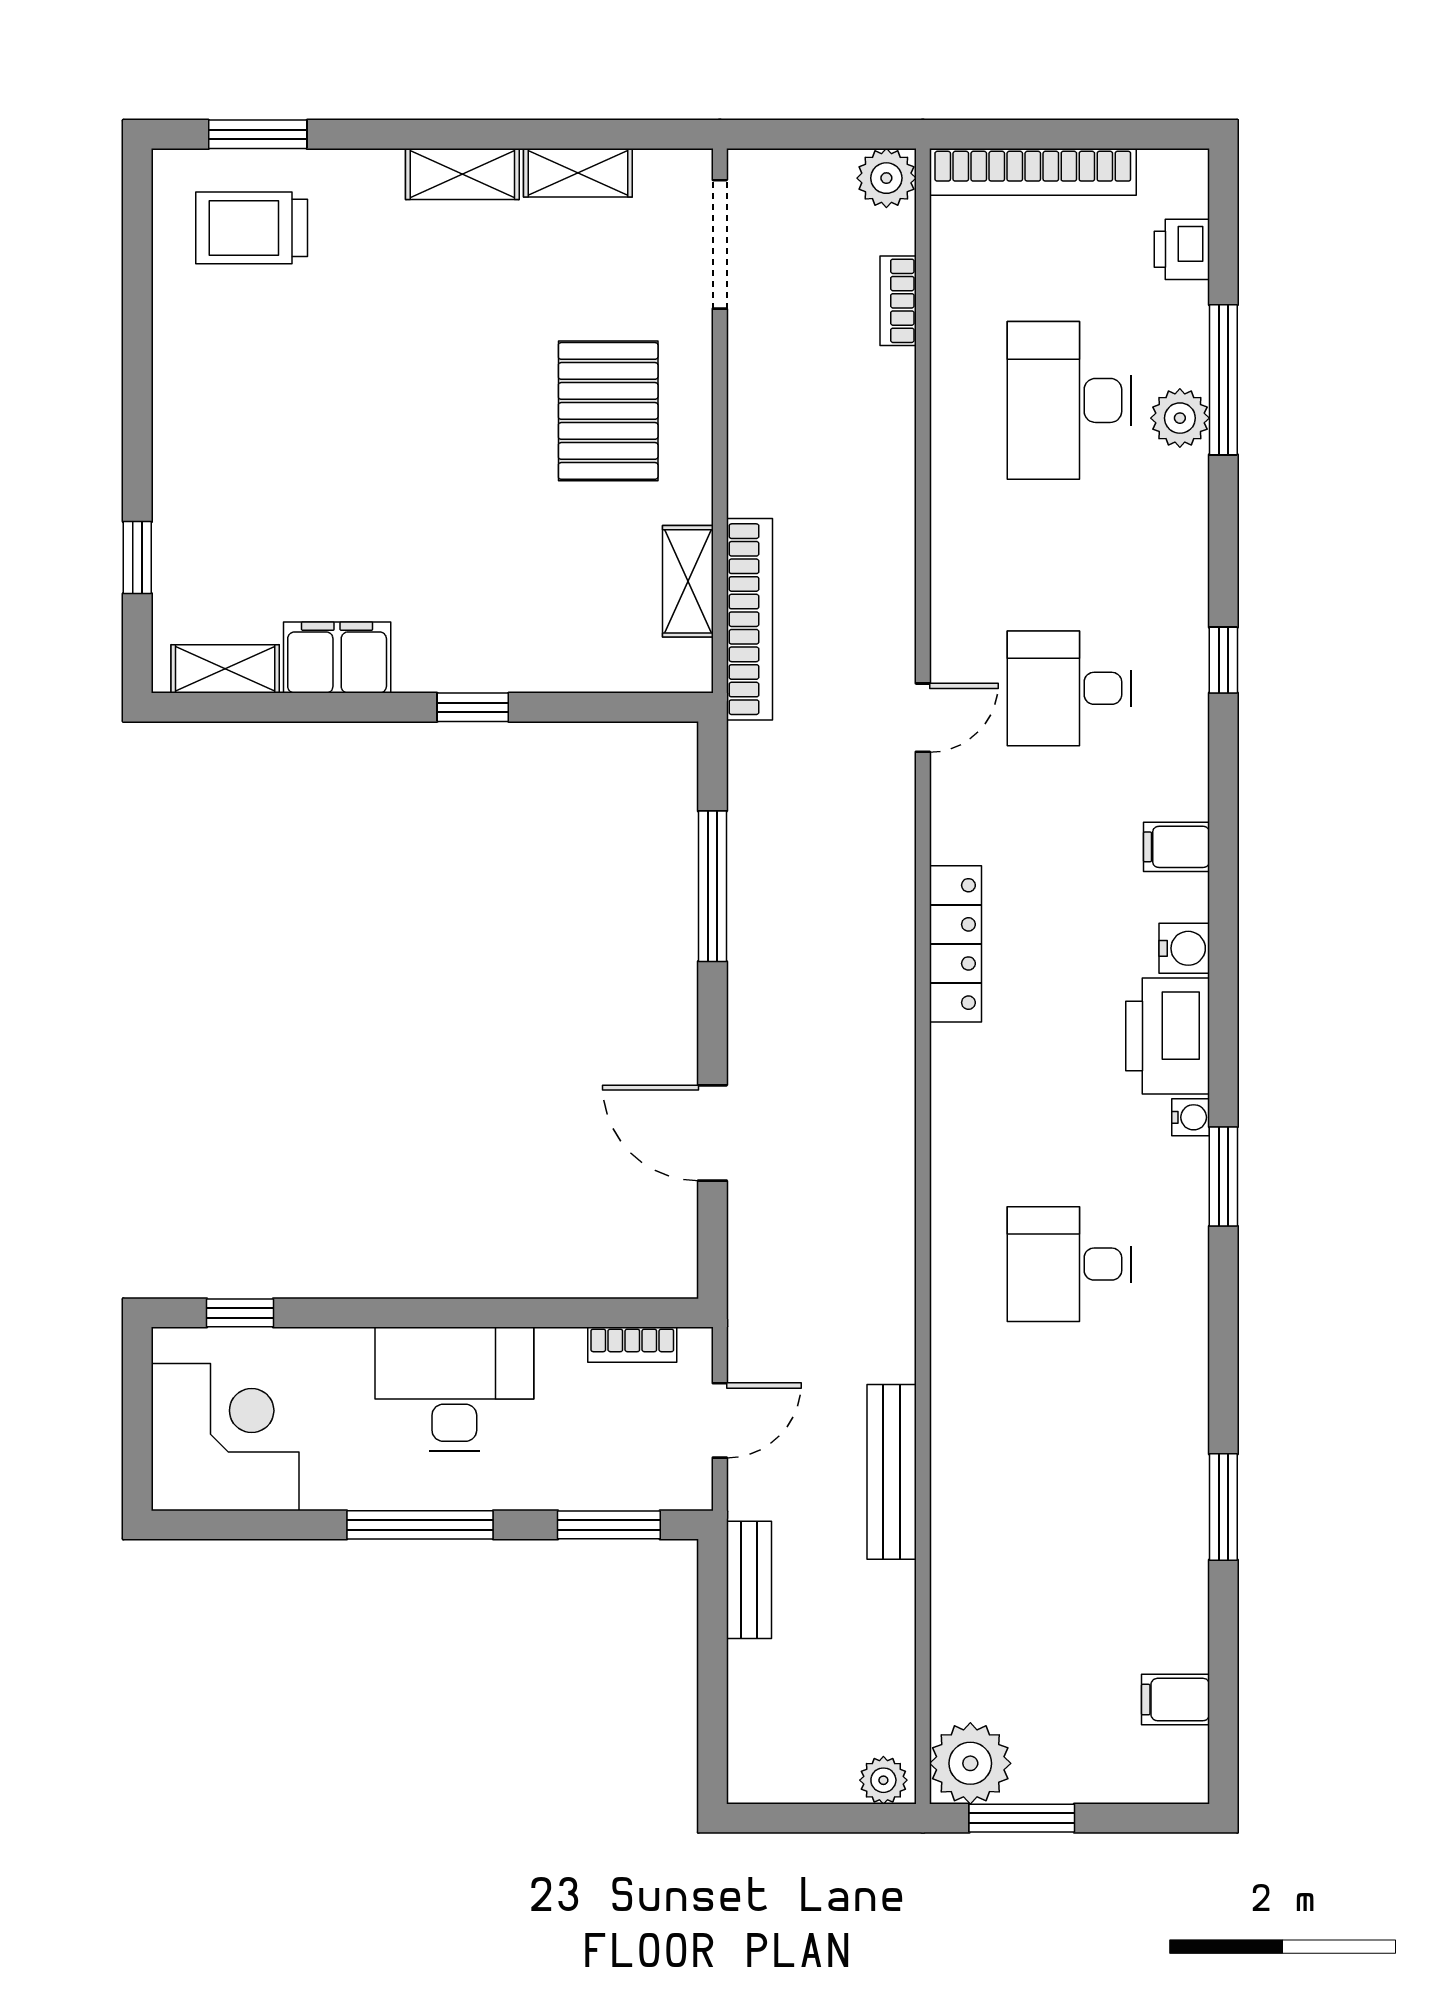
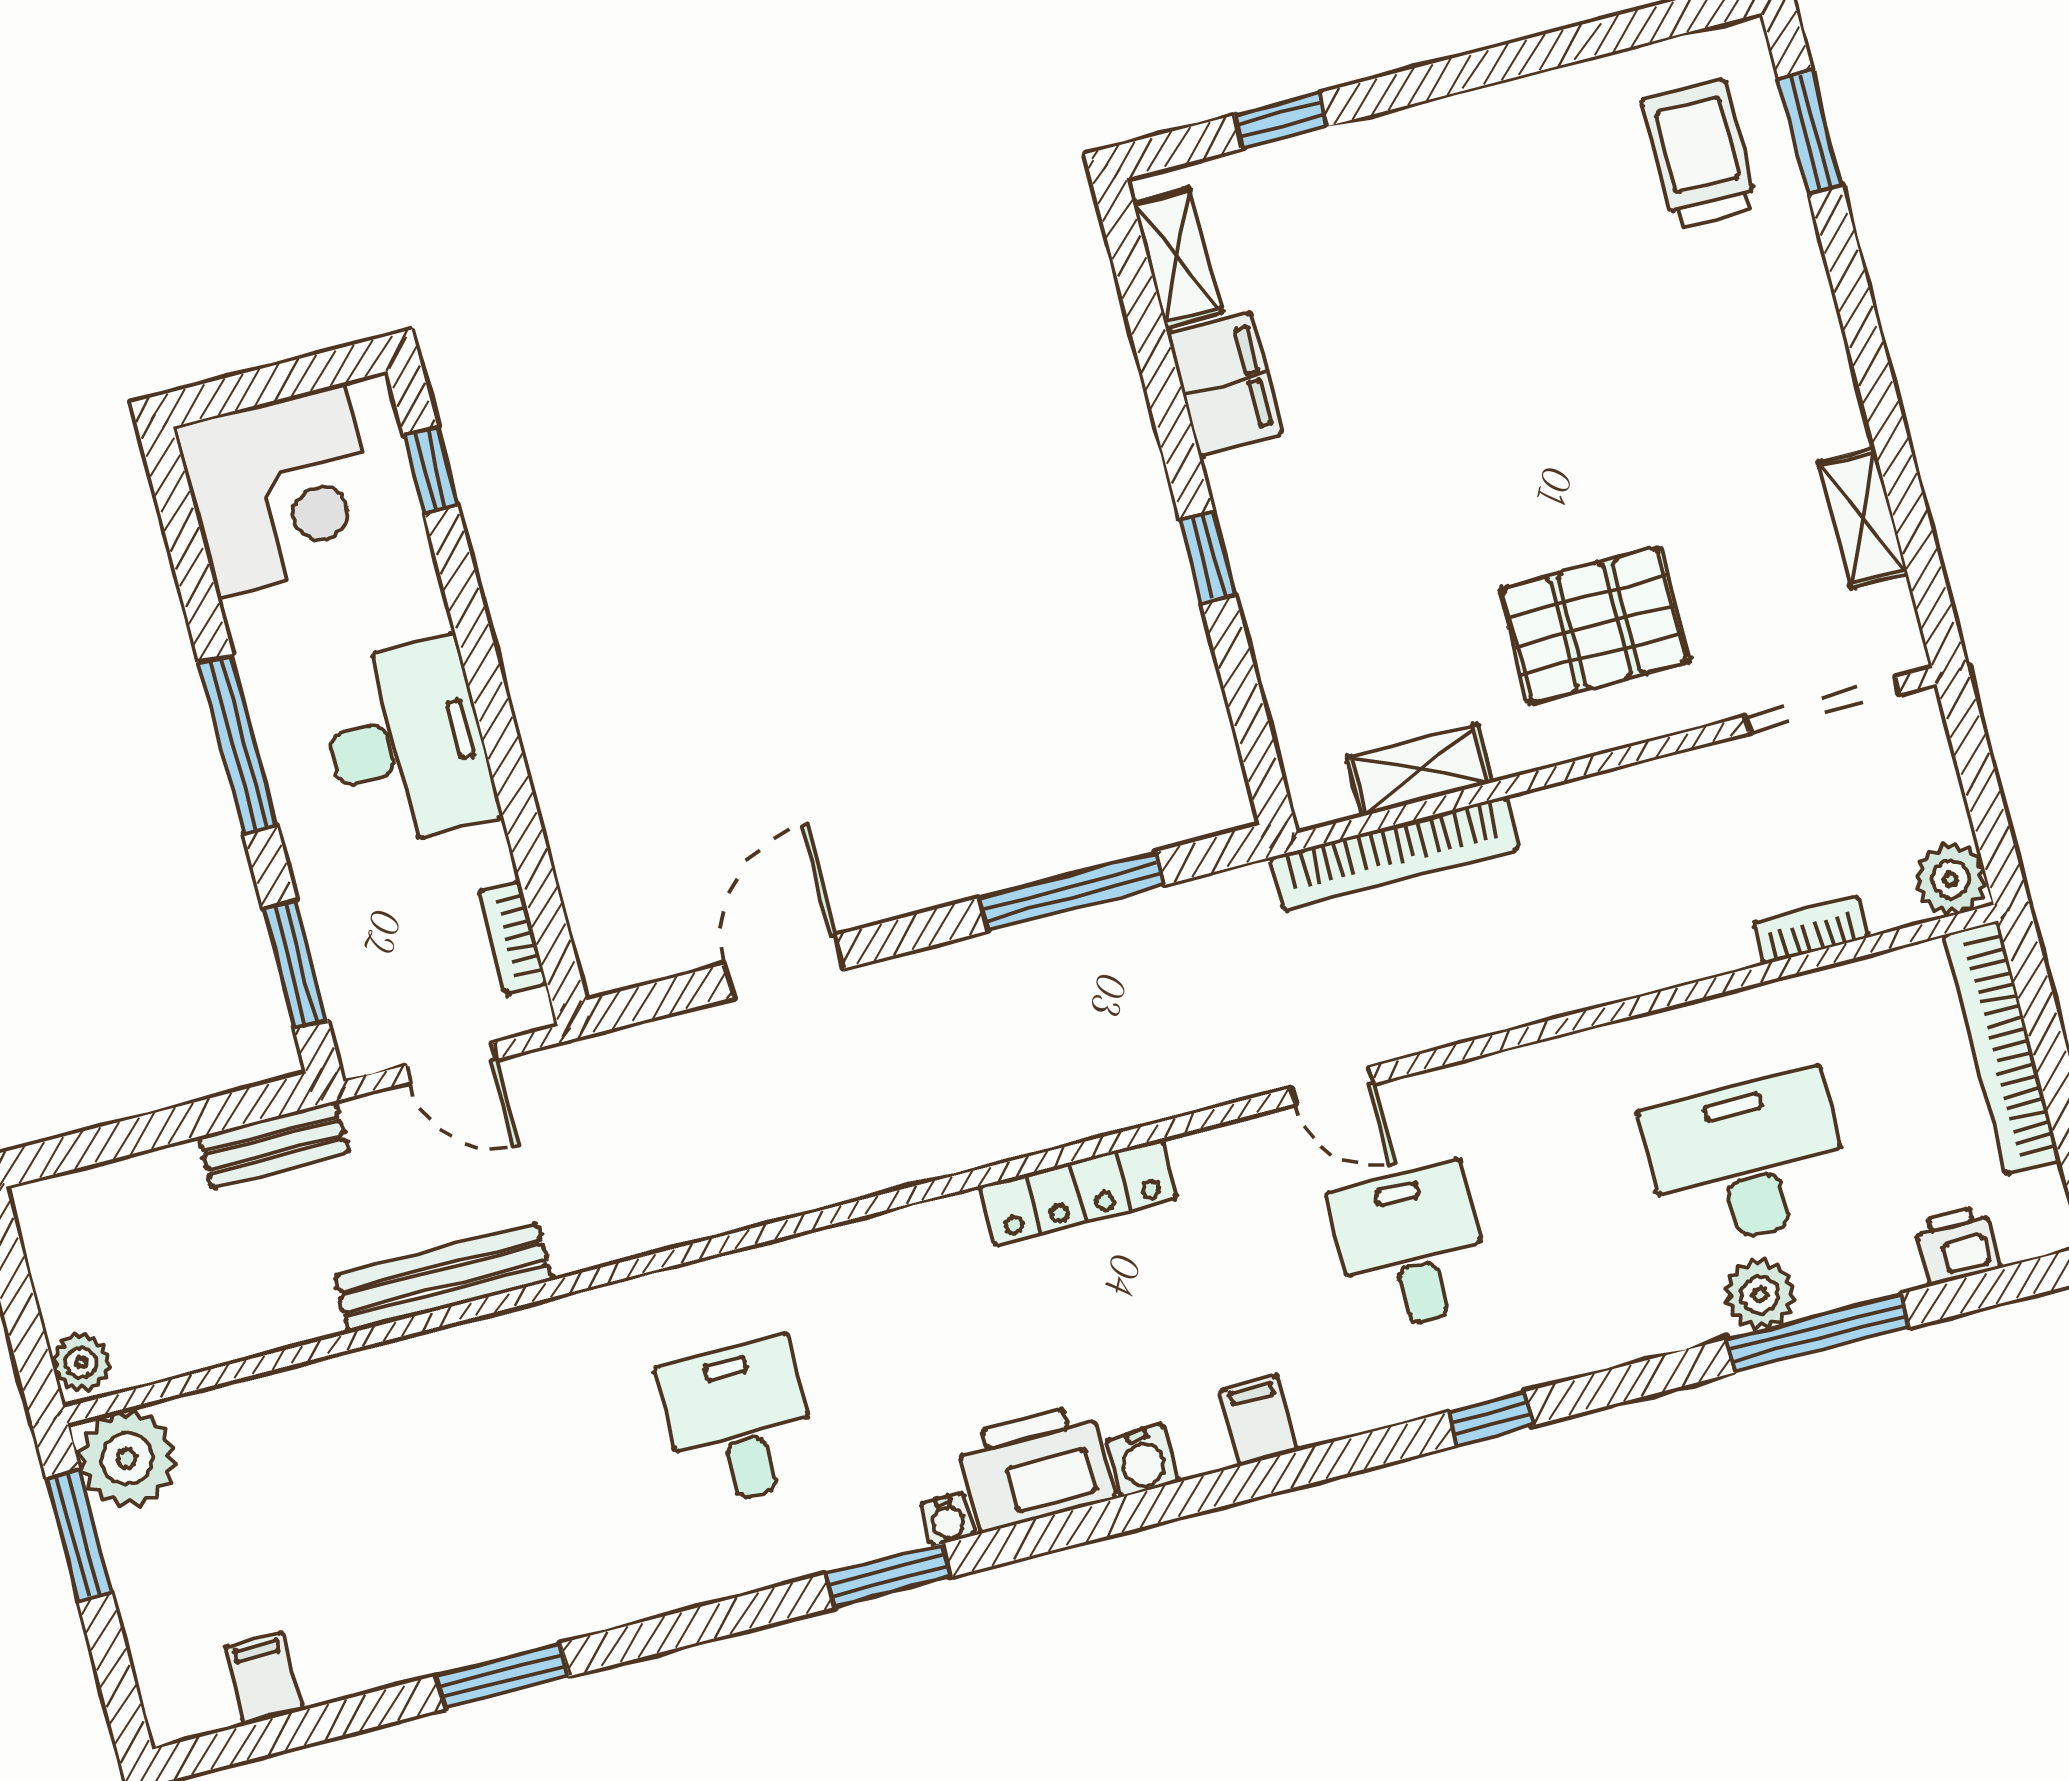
shelving: (462, 174) -> (1826, 383), removed

